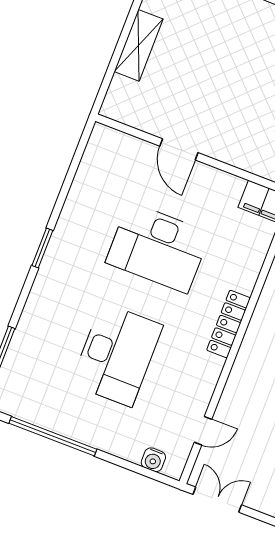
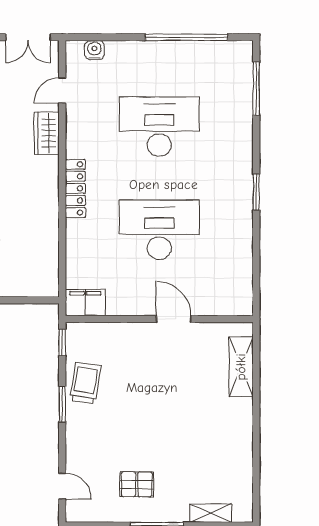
shelving: (139, 45) -> (241, 367), moved
desk: (117, 355) -> (159, 127), turned 90
wardrobe: (236, 393) -> (47, 133), added

